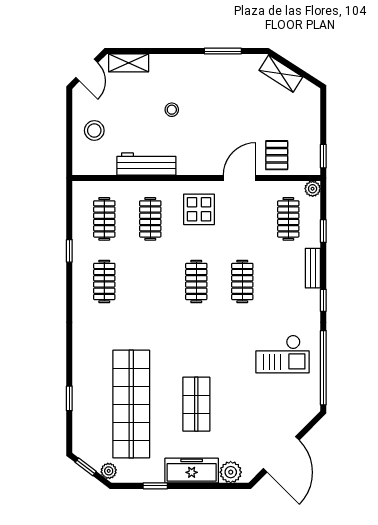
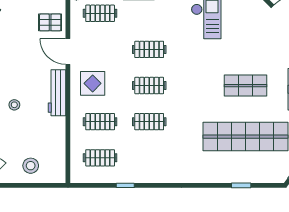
workbench: (146, 164) -> (57, 93), moved
clothes rail: (104, 281) -> (149, 122), moved

